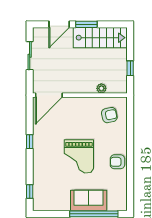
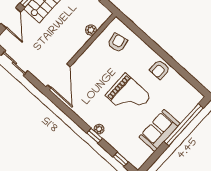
window: (30, 142) -> (95, 136), moved
plant: (37, 157) -> (99, 129), added
sofa: (89, 200) -> (160, 130), moved

